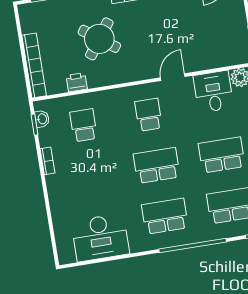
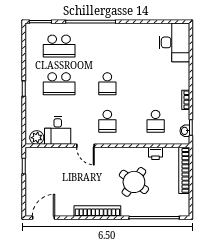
door: (173, 77) -> (85, 146), hinge flipped
school desk: (157, 166) -> (107, 84), width x0.54
school desk: (165, 216) -> (107, 46), removed
desk: (100, 238) -> (174, 42), moved, turned 90

